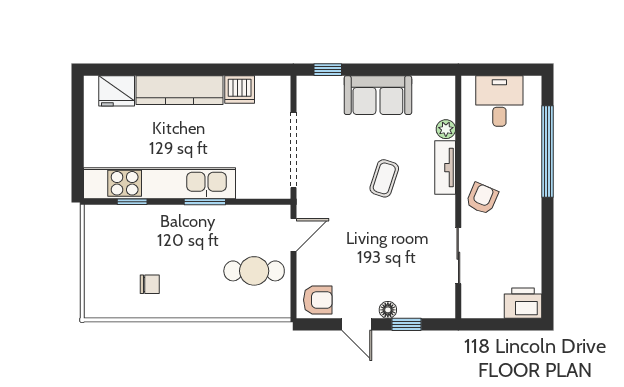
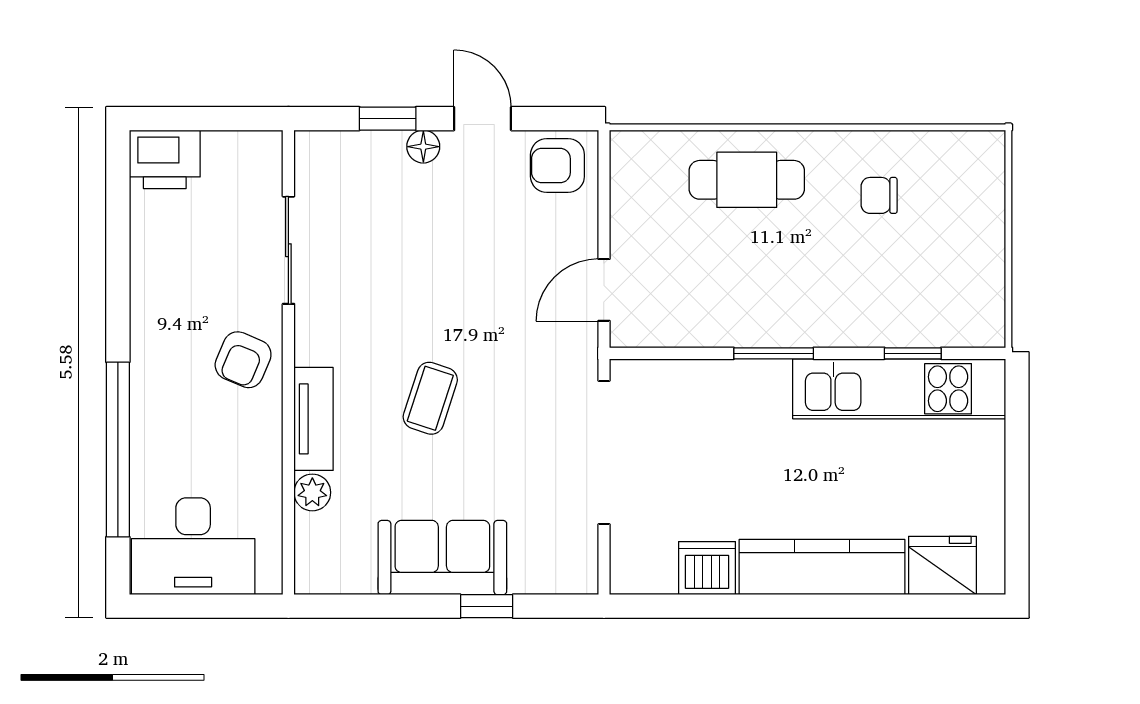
window: (328, 70) -> (487, 606), moved
desk: (499, 101) -> (193, 546), width x1.37
kitchen unit: (159, 183) -> (899, 389), width x0.73
cafe table: (254, 271) -> (747, 180), moved

